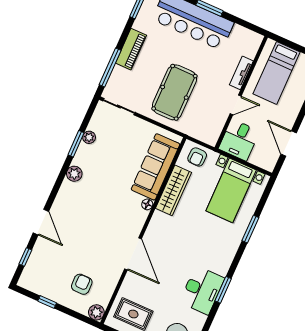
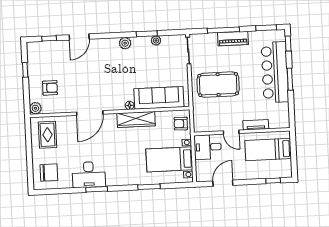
window: (110, 68) -> (223, 30), moved
wardrobe: (173, 190) -> (136, 120), moved

